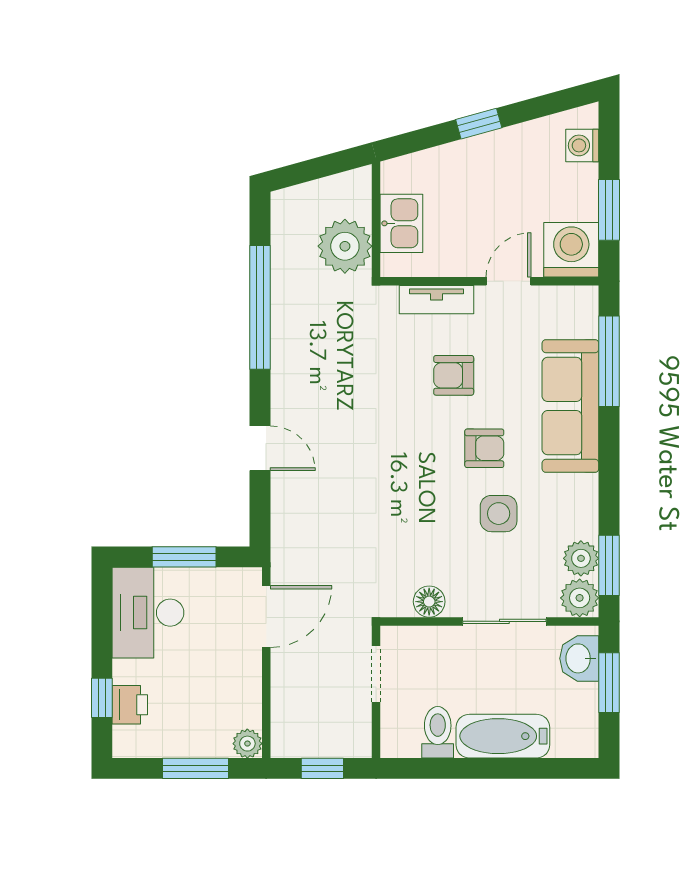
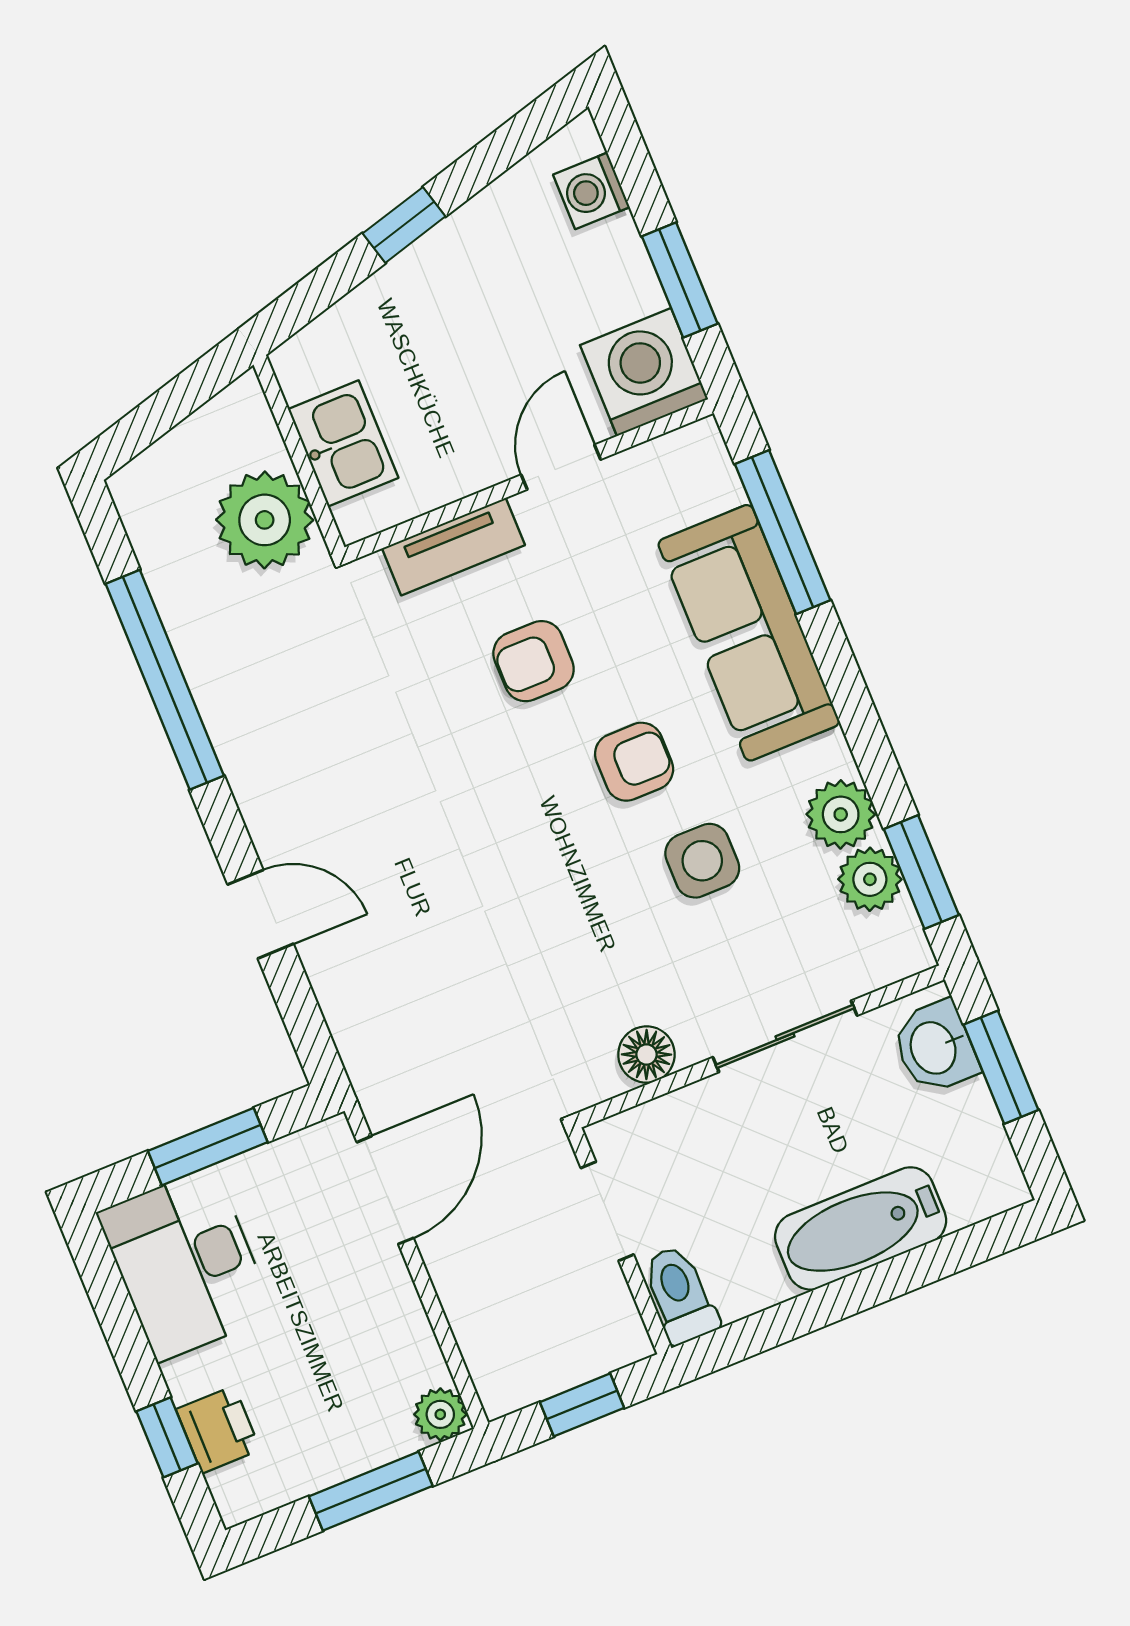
plant: (580, 598) -> (841, 814), moved
toilet: (438, 732) -> (680, 1295), moved

